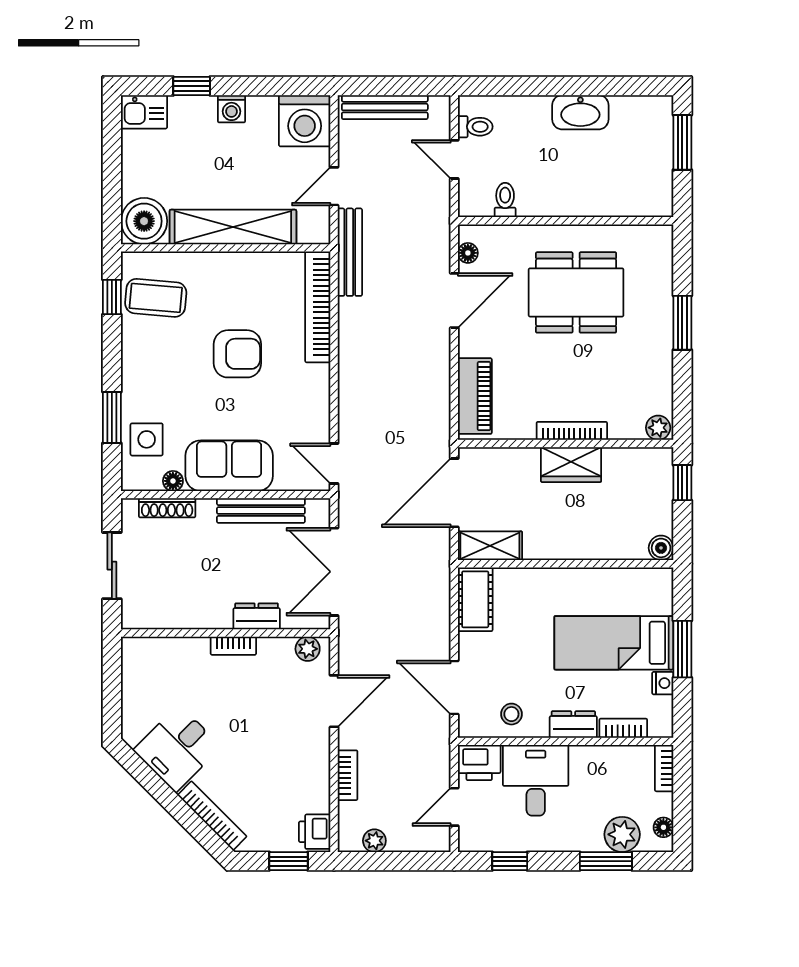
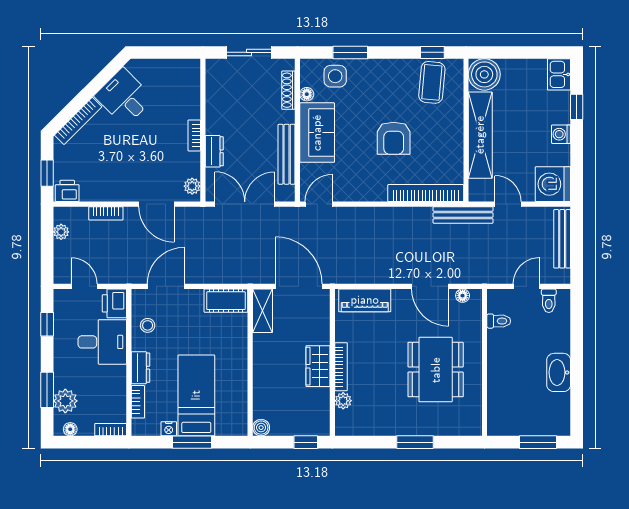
plant: (658, 428) -> (343, 401), moved

